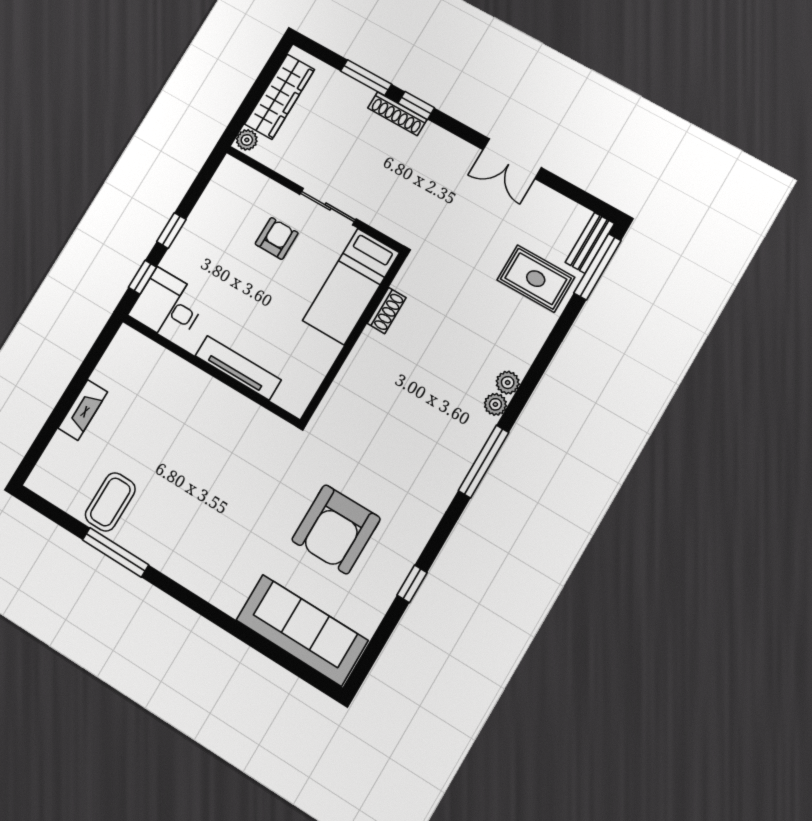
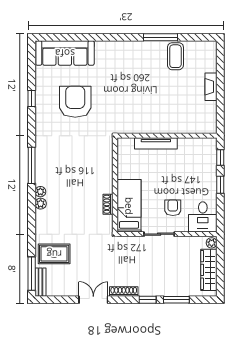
shoe rack: (397, 114) -> (124, 291), moved
armchair: (277, 238) -> (173, 208), turned 180
desk: (168, 306) -> (203, 217), moved, turned 90

